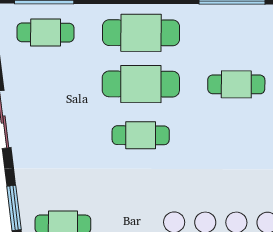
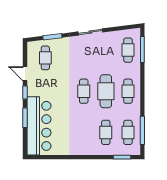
cafe table: (141, 33) -> (128, 91), width x0.73, depth x0.74
cafe table: (236, 33) -> (128, 132), added

